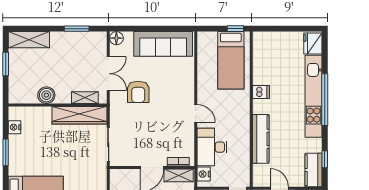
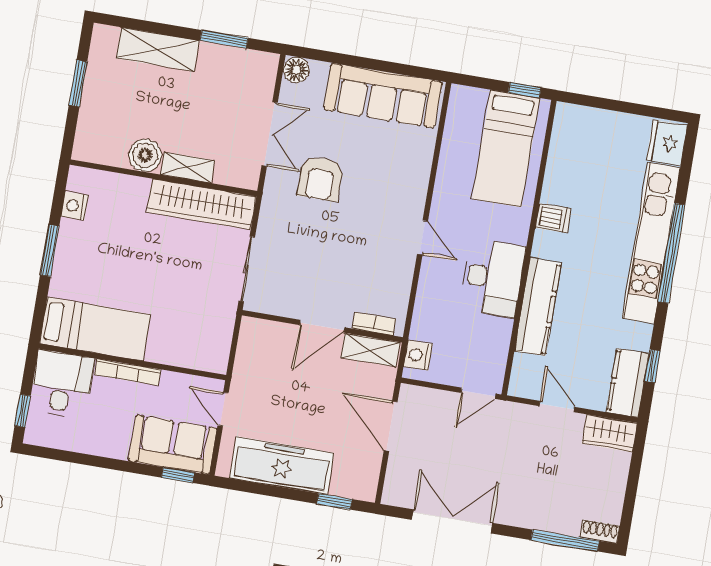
shelving: (29, 40) -> (158, 49), moved
shelving: (85, 98) -> (188, 167), moved
desk: (212, 147) -> (492, 278), moved, turned 180

